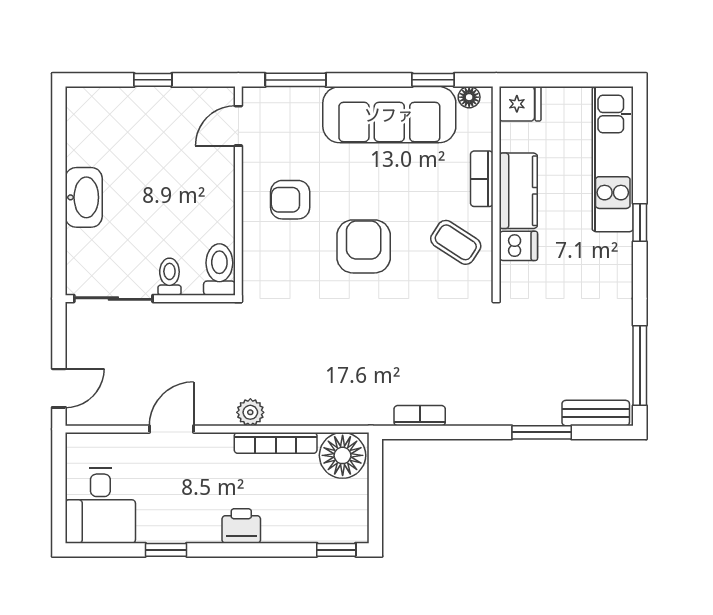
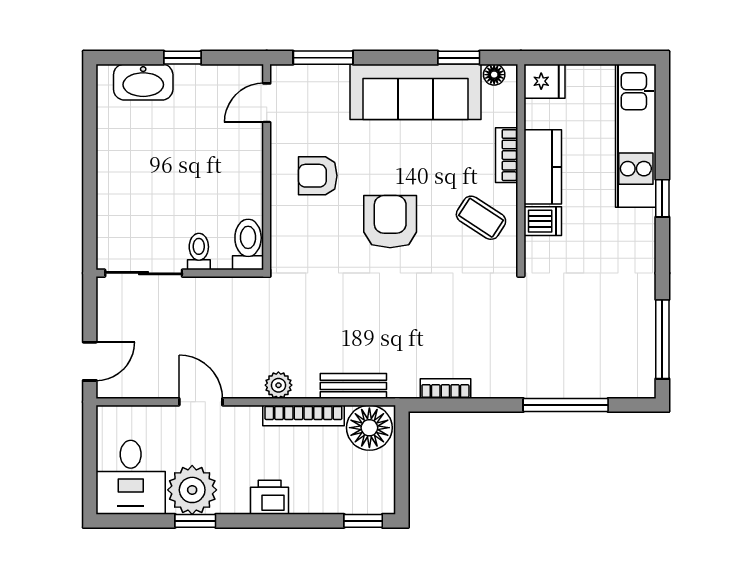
washbasin: (84, 197) -> (143, 82), moved, turned 90
bench: (596, 413) -> (353, 386), moved
door: (171, 429) -> (201, 402), hinge flipped
window: (542, 432) -> (566, 405), width x1.44
plant: (163, 518) -> (192, 490), added

